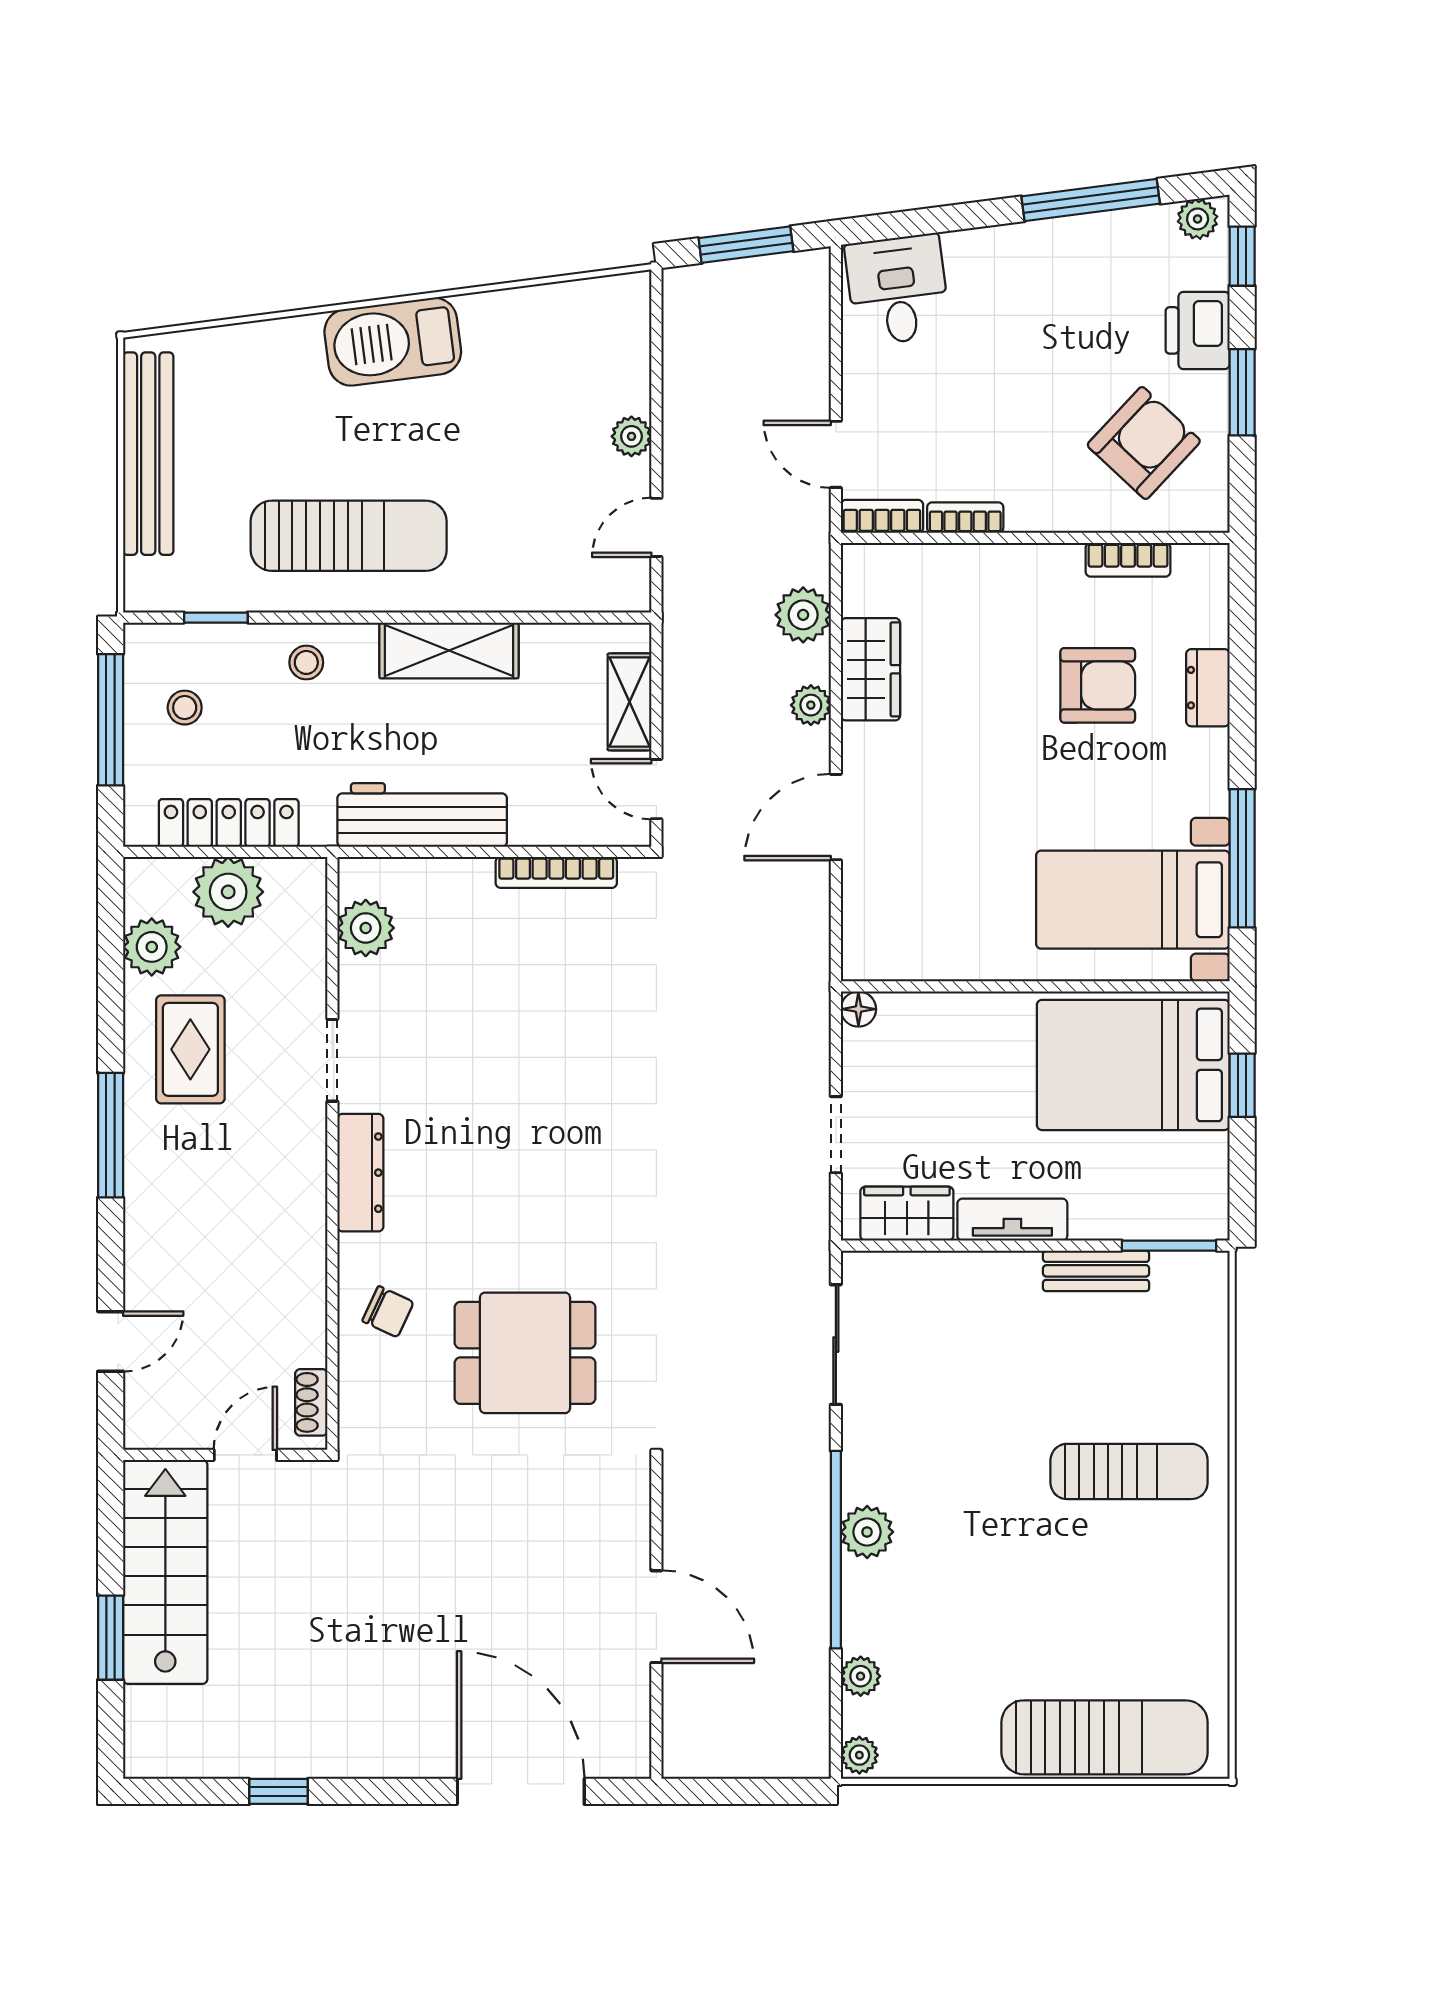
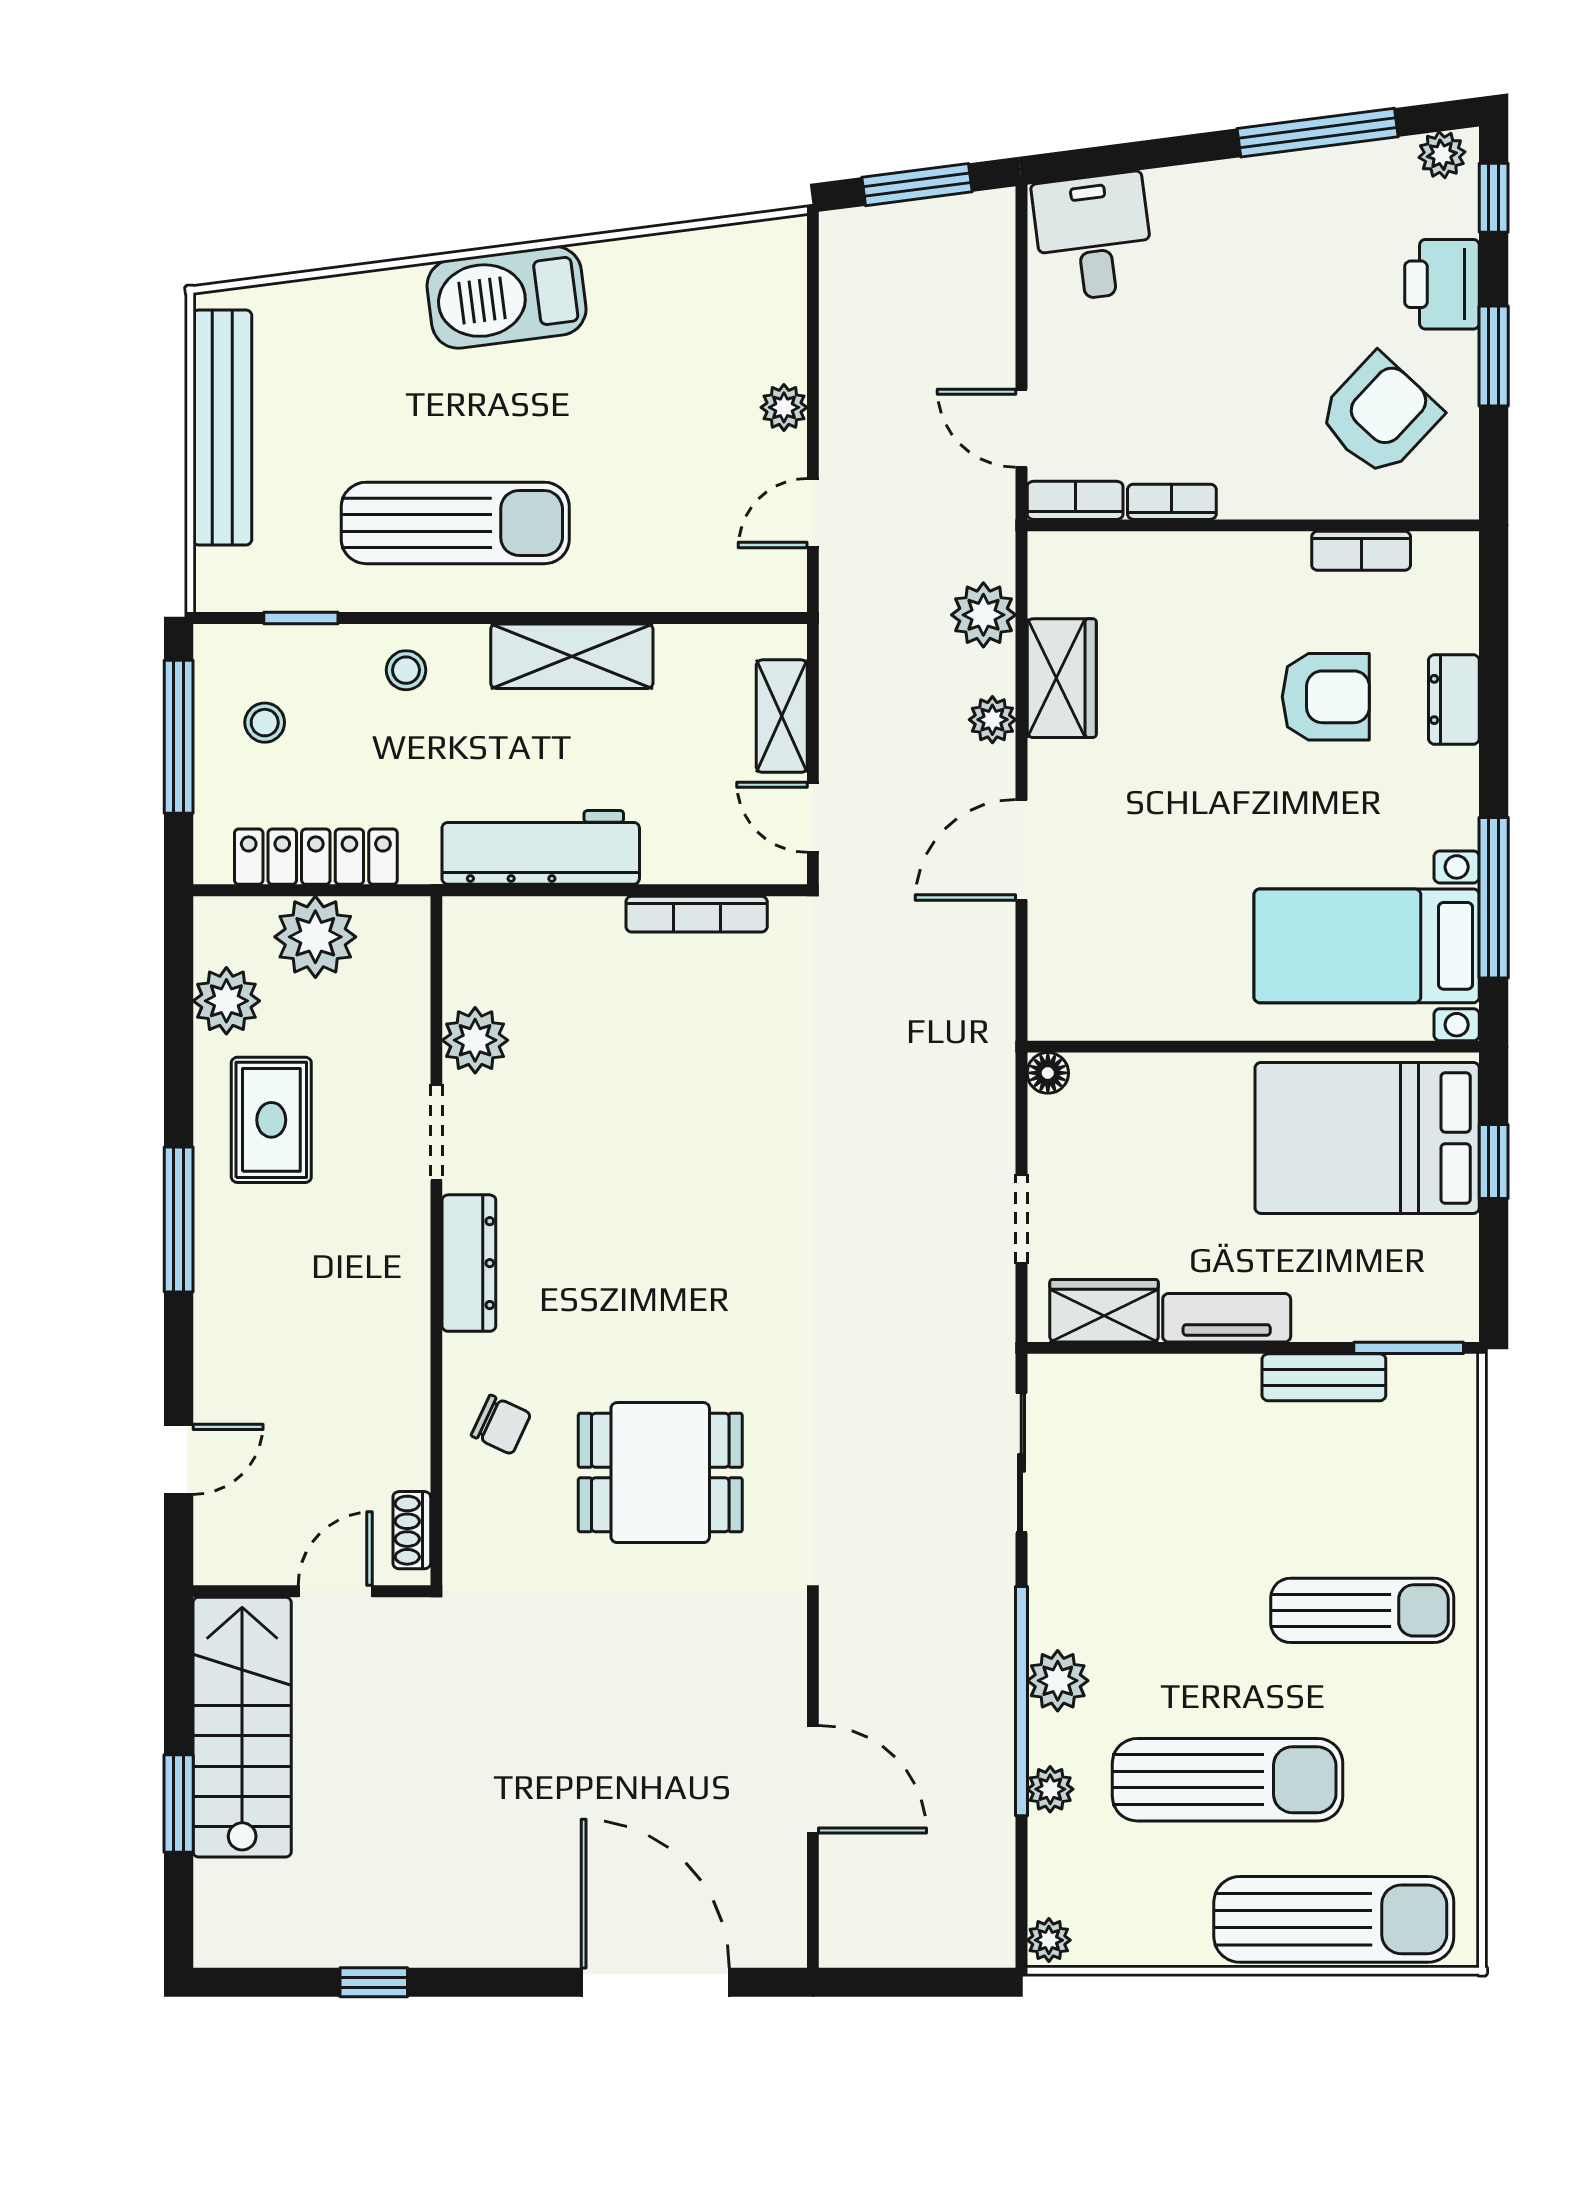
plant: (366, 928) -> (475, 1040), moved
sun lounger: (1013, 1617) -> (1228, 1780), added
plant: (861, 1676) -> (1050, 1789), moved

